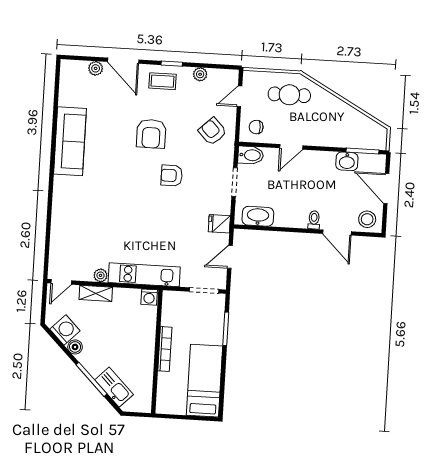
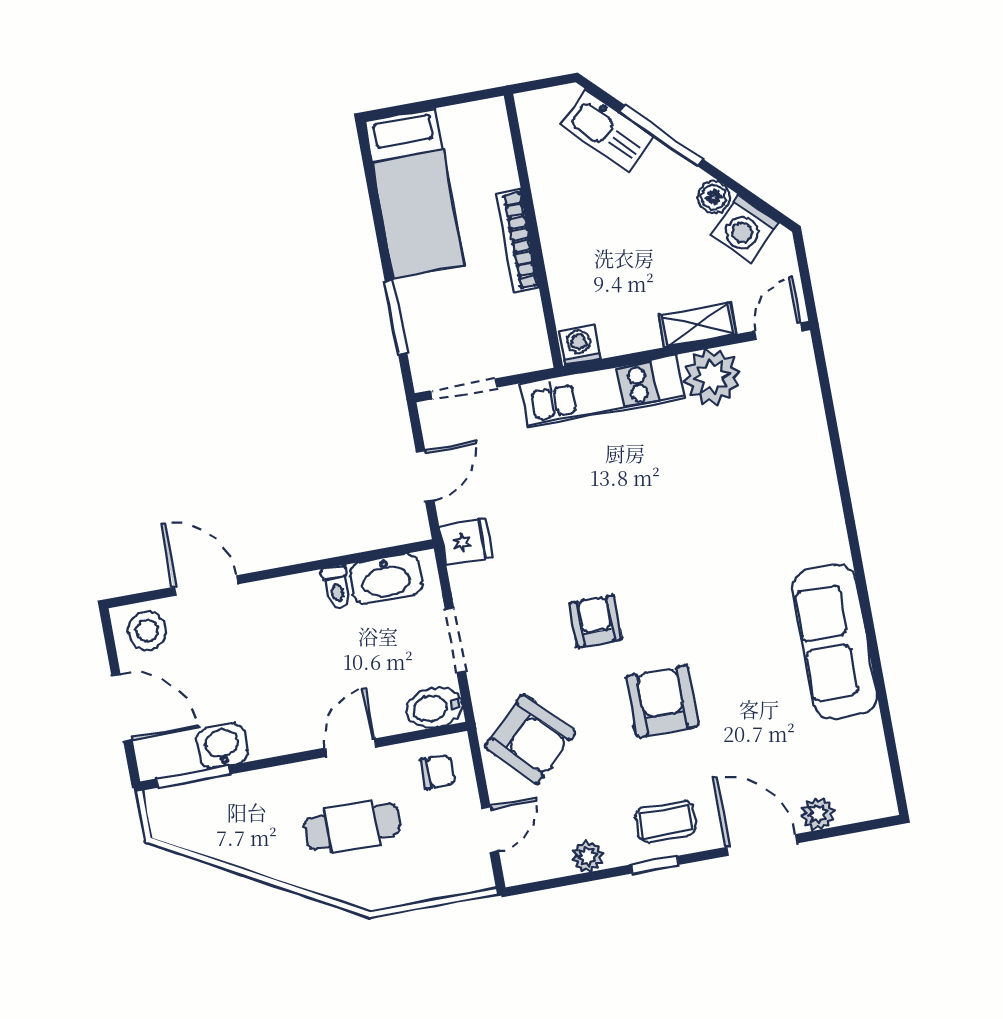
cafe table: (289, 95) -> (352, 826), moved
armchair: (213, 131) -> (530, 739), width x1.38, depth x1.38
armchair: (172, 176) -> (595, 621), turned -90
toilet: (314, 220) -> (336, 587), moved
plant: (101, 275) -> (712, 377), width x1.87, depth x1.87

